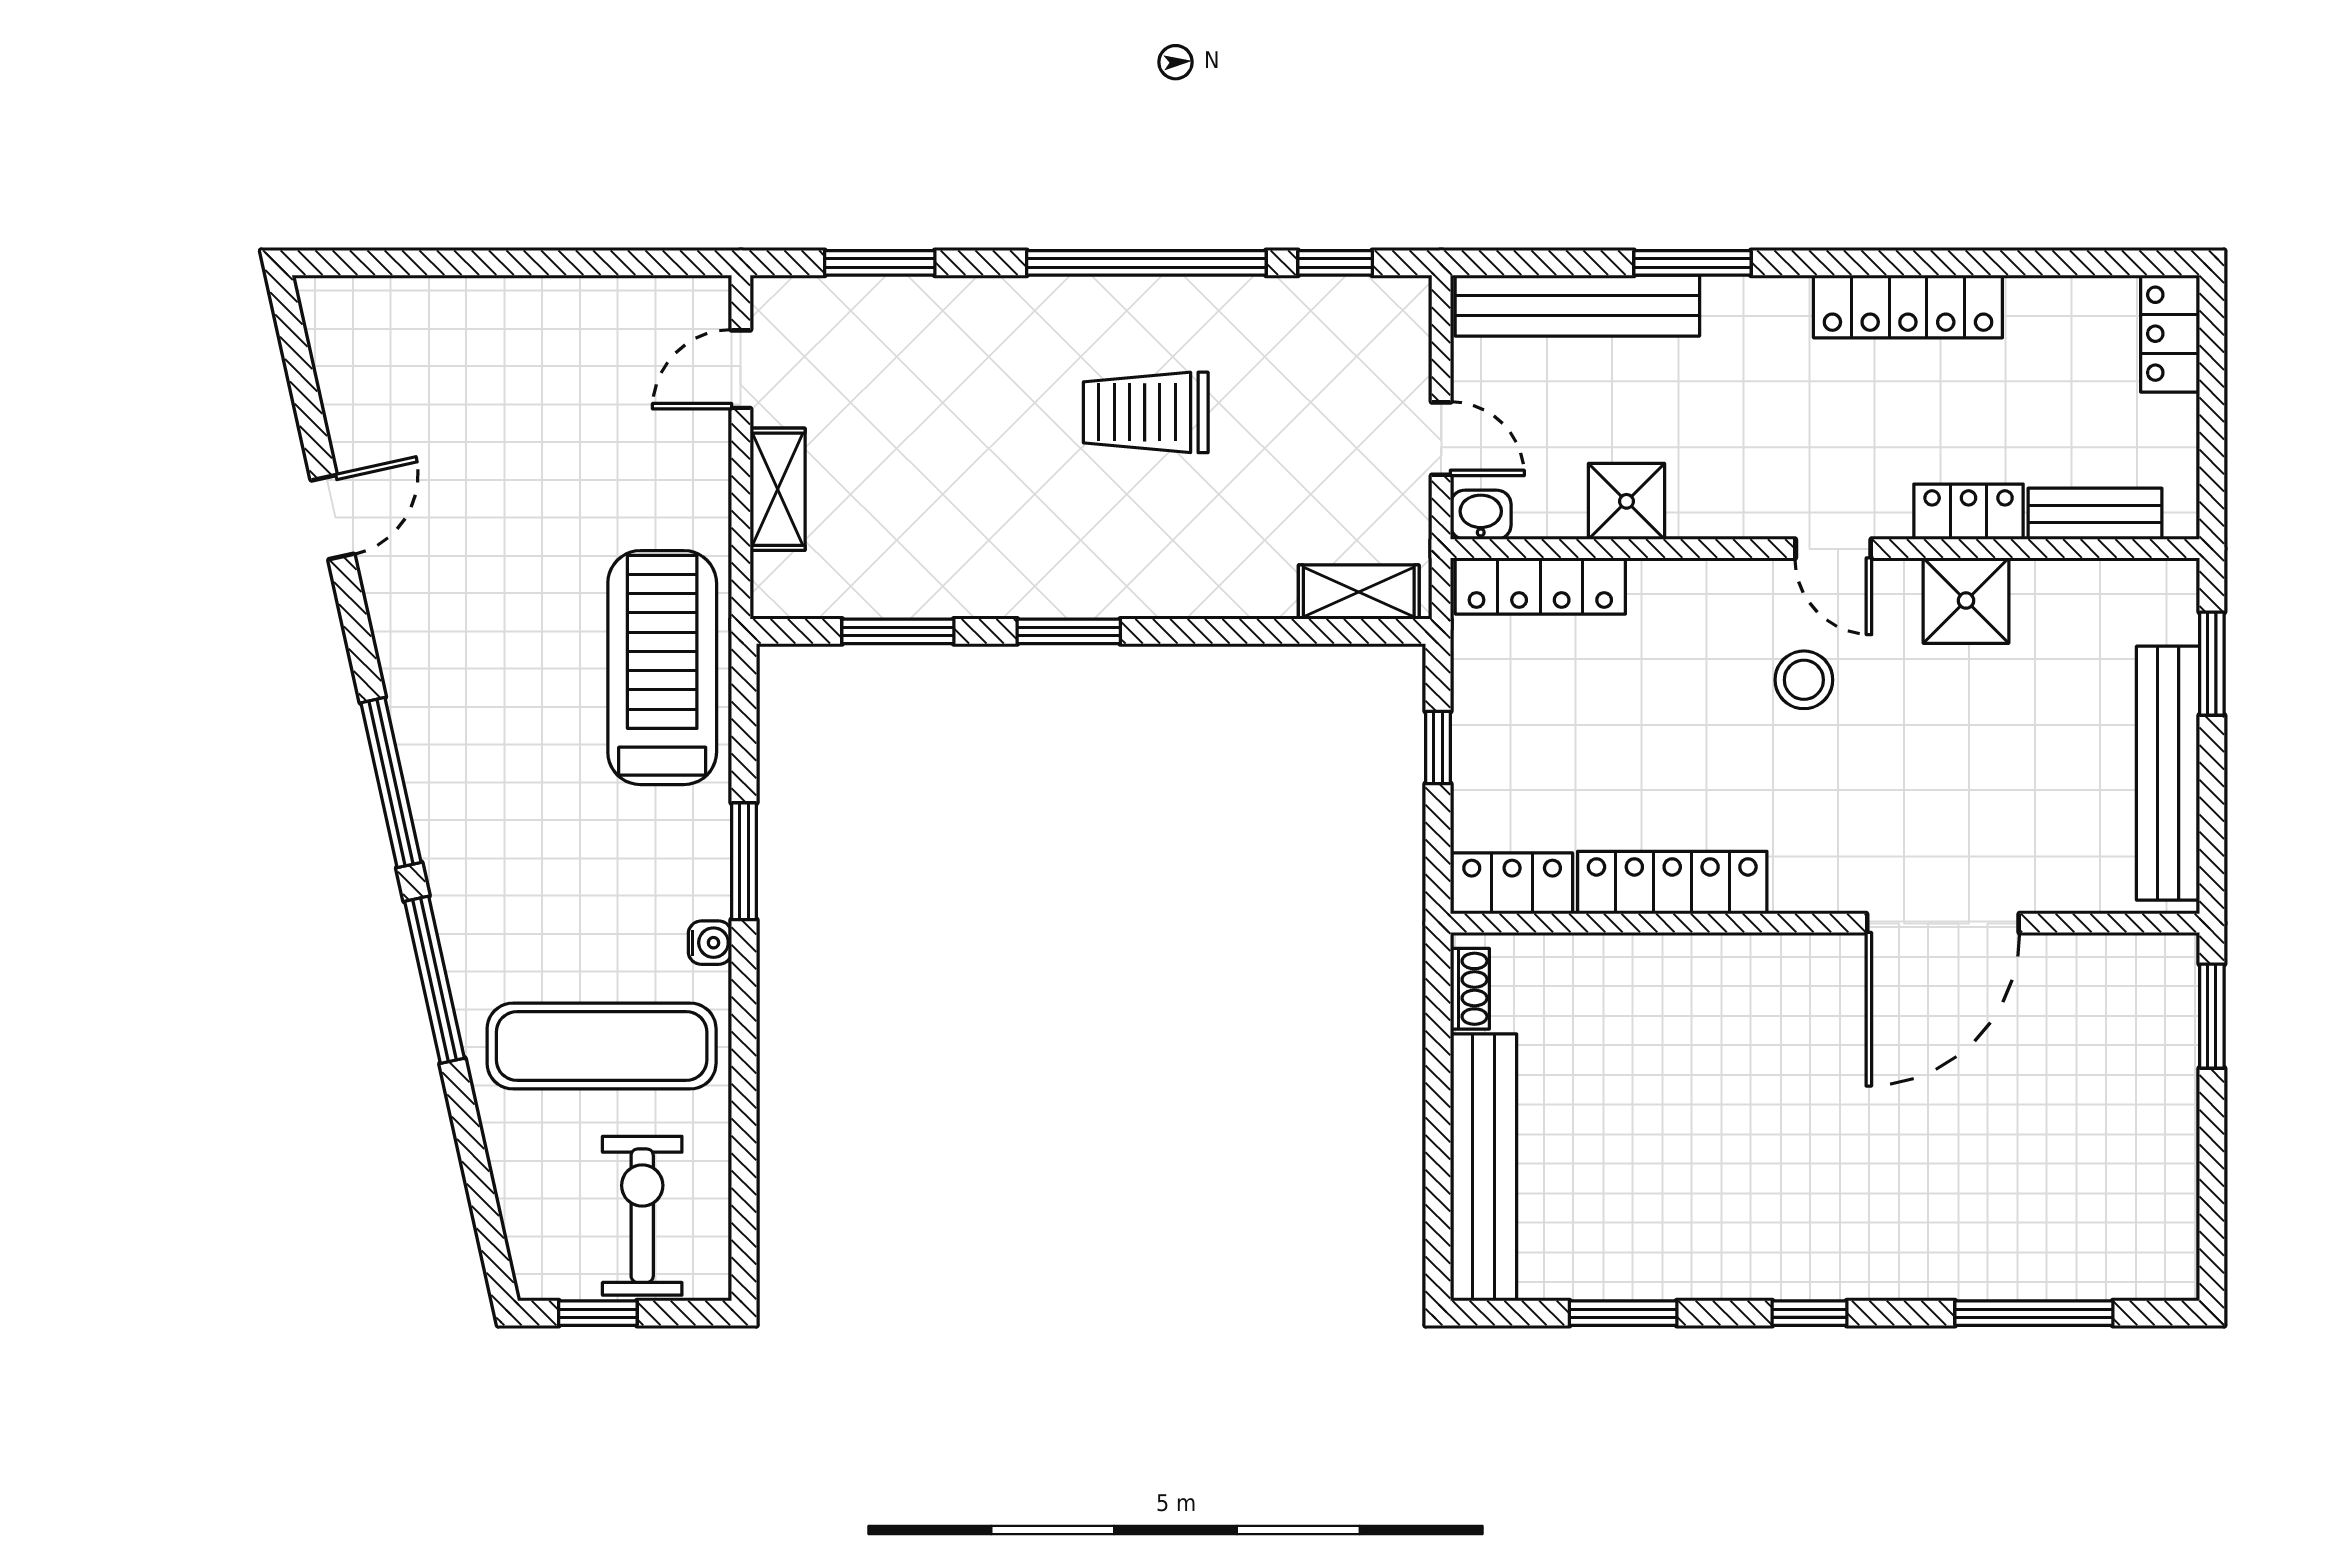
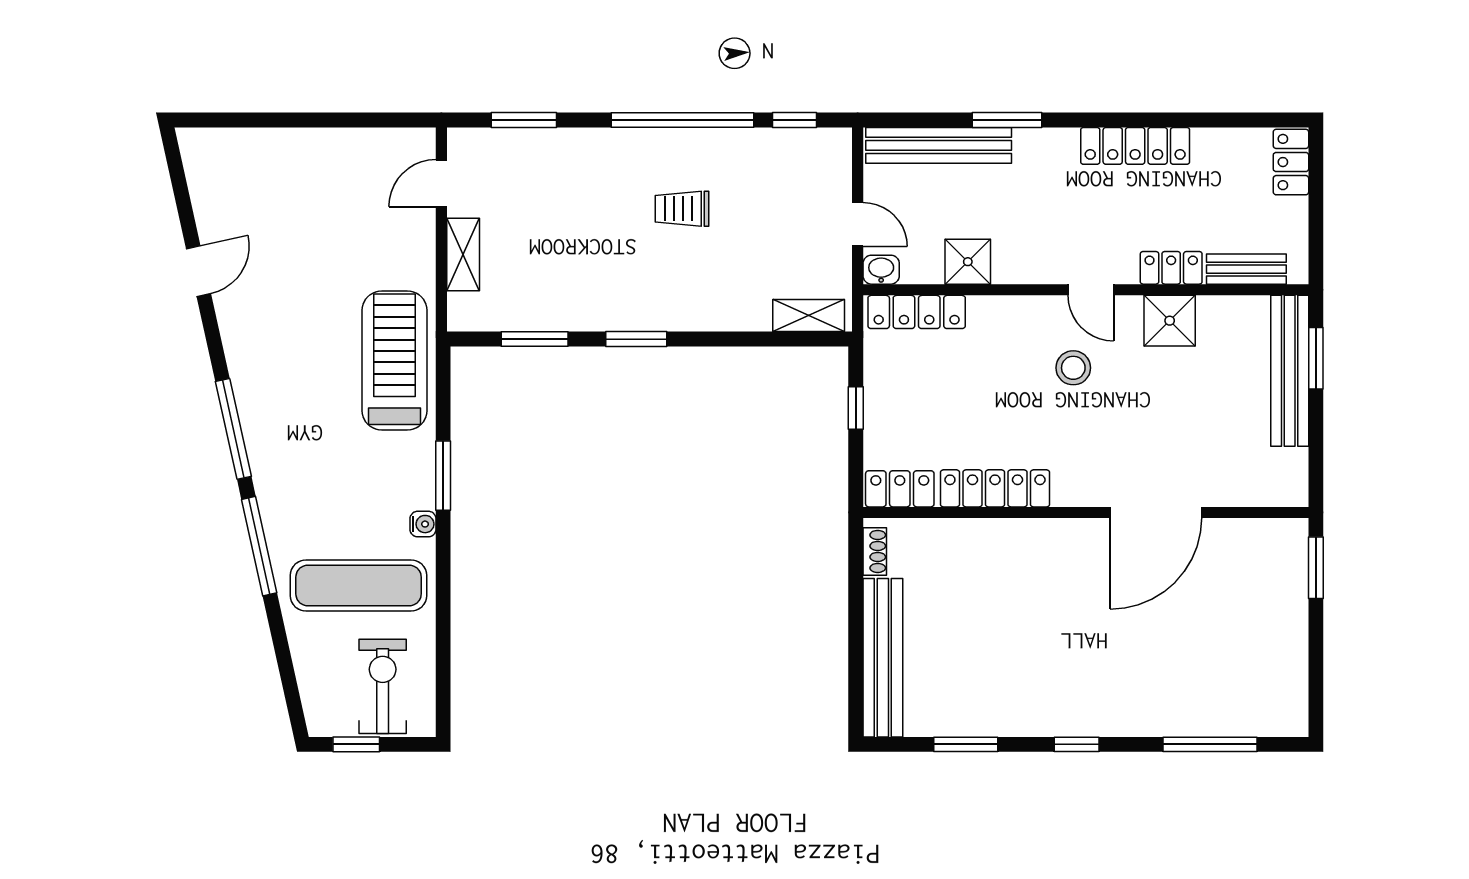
trolley: (1146, 412) -> (682, 209), width x0.73, depth x0.72
bench: (2168, 773) -> (1290, 371), moved

